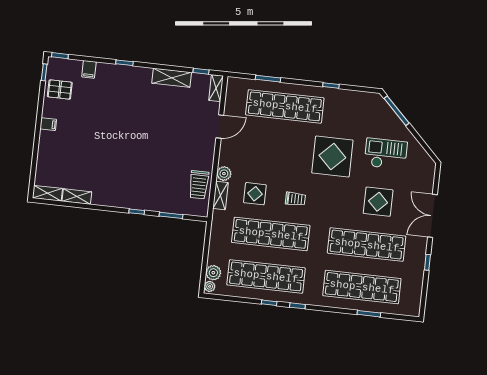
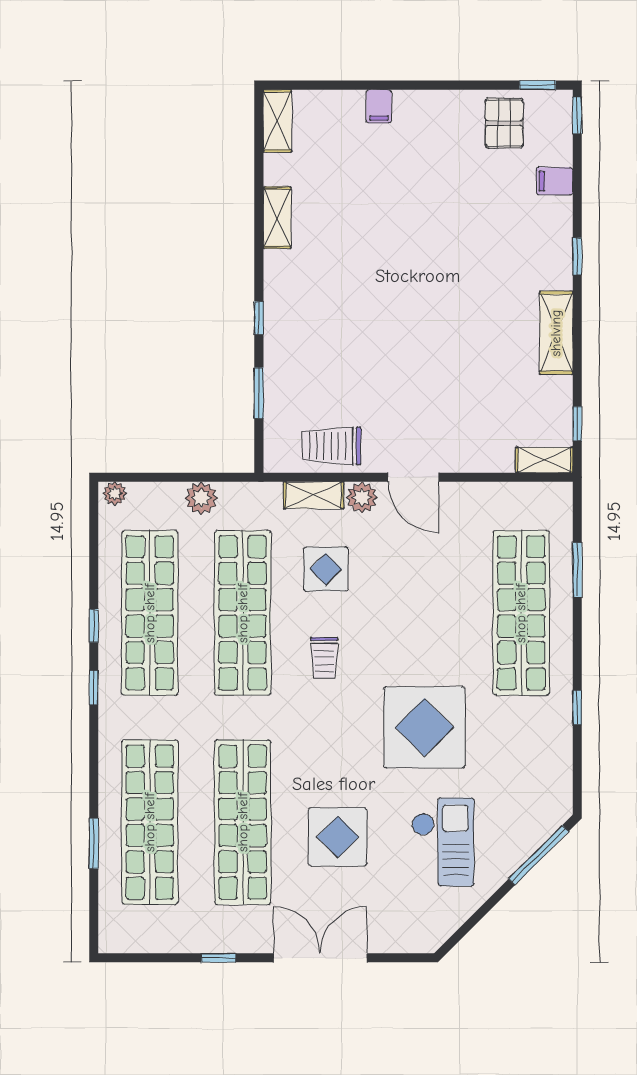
shelving: (172, 78) -> (556, 333), moved
filing cabinet: (48, 124) -> (379, 106), moved
door: (220, 126) -> (413, 477), moved
shelving: (77, 197) -> (277, 218), moved
plant: (213, 273) -> (201, 498), moved

